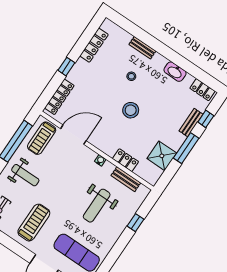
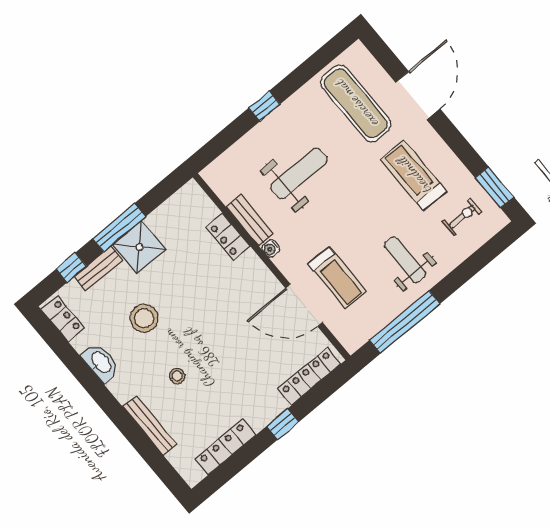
bench: (142, 48) -> (150, 426), width x1.36
stool: (131, 110) -> (144, 318), moved
treadmill: (42, 138) -> (337, 278), moved, turned 90
shower: (162, 156) -> (139, 247), moved
bench: (126, 179) -> (250, 220), moved
treadmill: (34, 223) -> (414, 175), turned 90
window: (136, 223) -> (264, 106), moved

